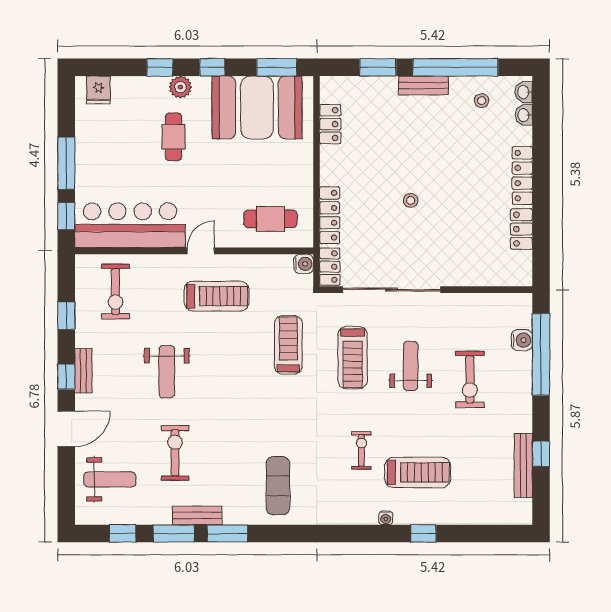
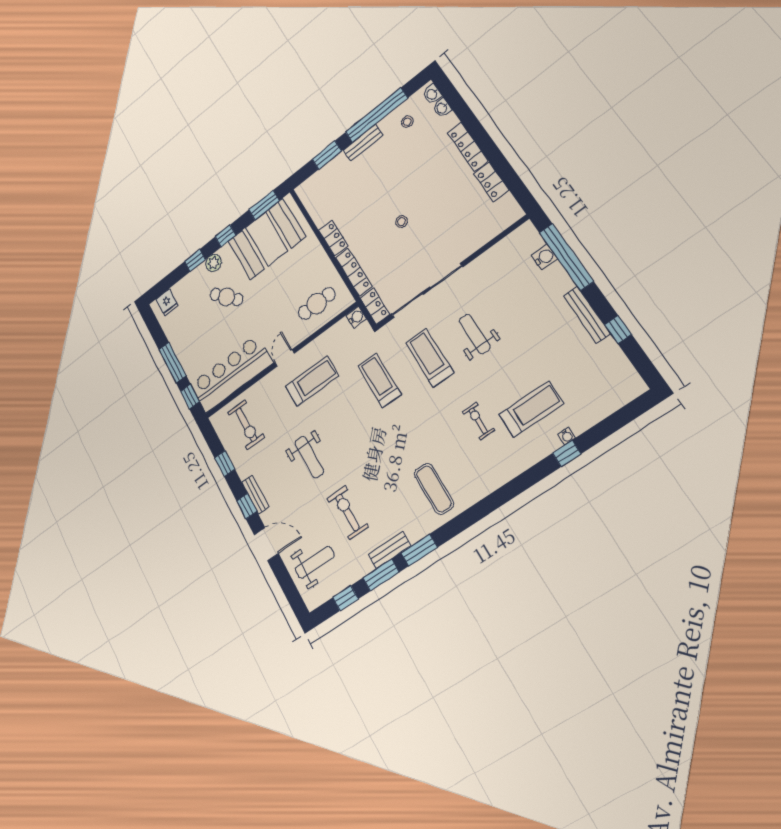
locker: (330, 124) -> (333, 238), moved
cafe table: (174, 137) -> (227, 297), turned -42
treadmill: (353, 358) -> (430, 358), turned 180
exercise bike: (470, 379) -> (525, 313), removed
door: (66, 429) -> (266, 544), hinge flipped
bench: (523, 465) -> (587, 315), moved
water cooler: (386, 518) -> (567, 436), moved

